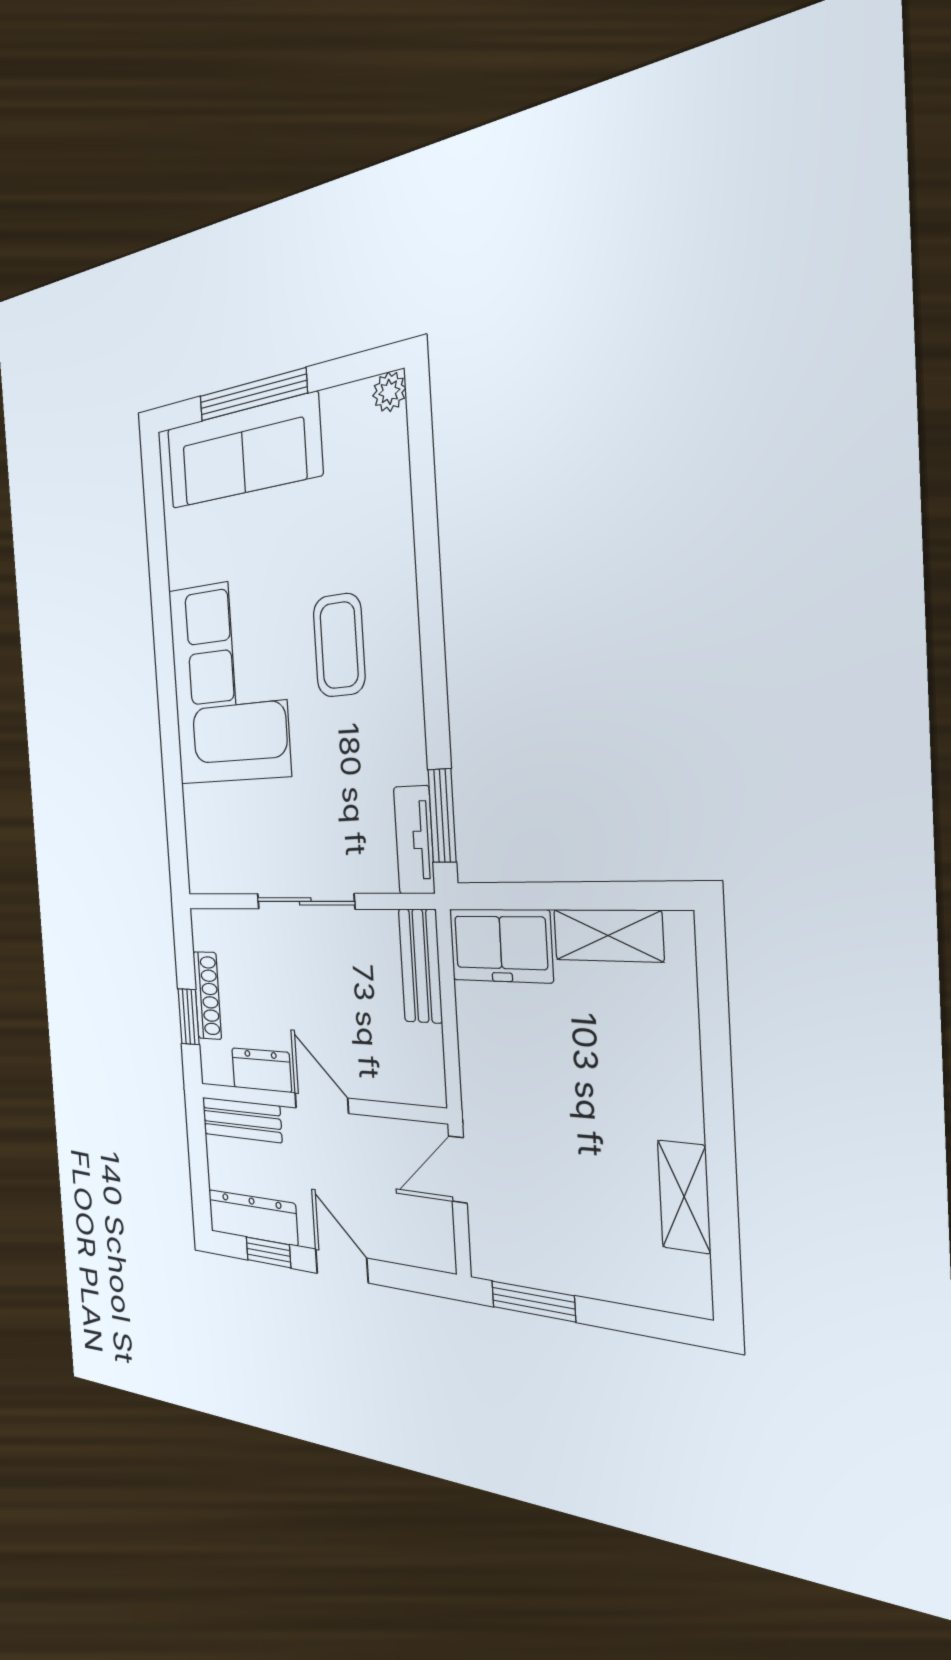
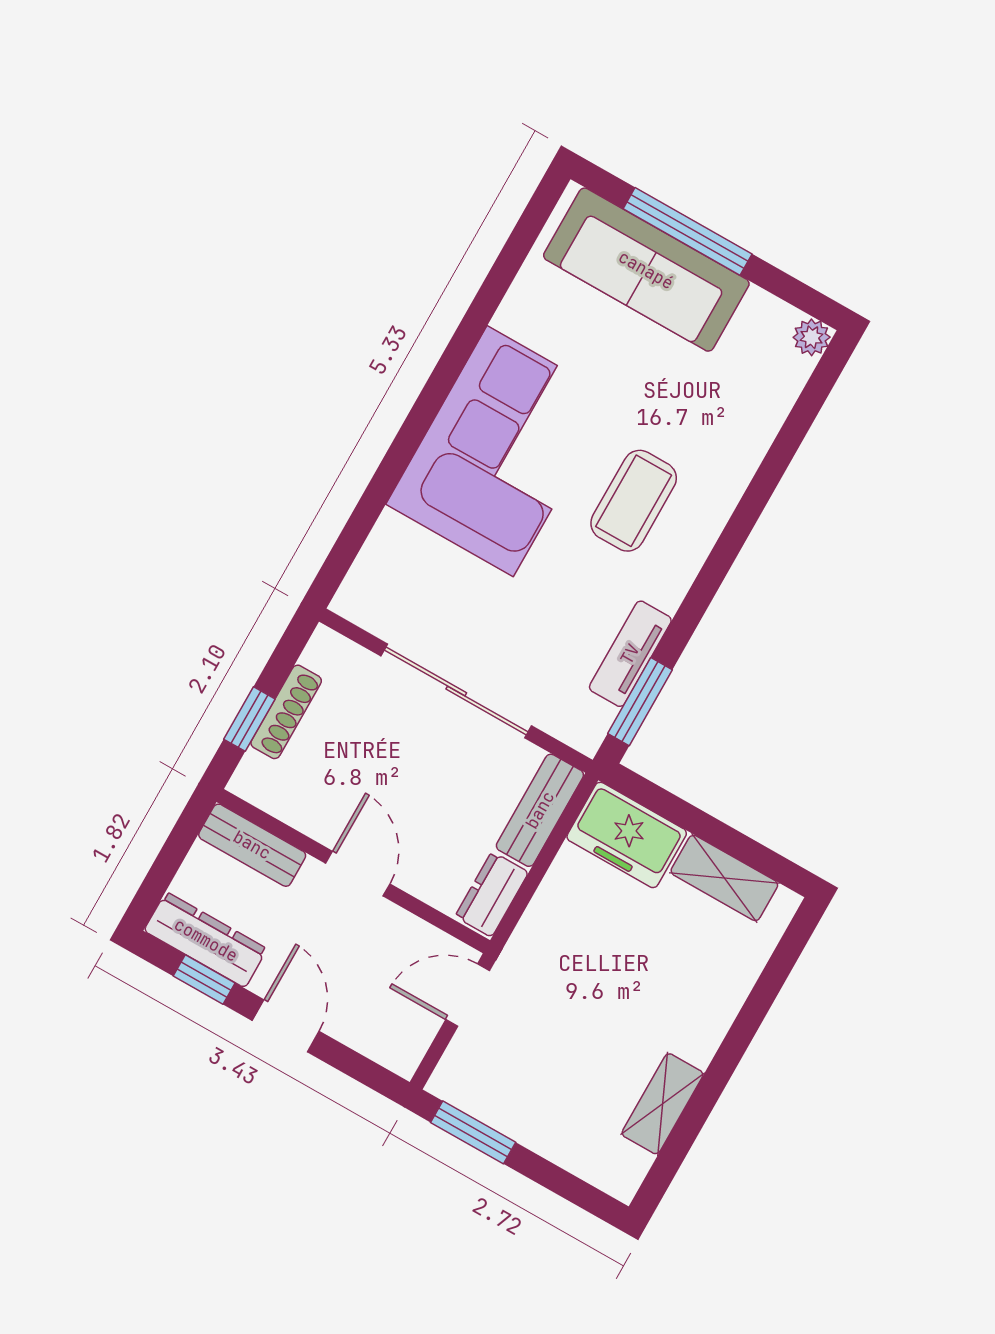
tv unit: (414, 840) -> (630, 654), moved
sliding door: (305, 901) -> (456, 691), width x1.37
dresser: (261, 1070) -> (492, 894), moved, turned -90

